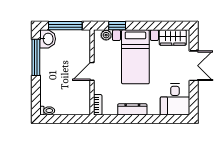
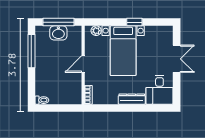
window: (117, 26) -> (134, 22), moved
wardrobe: (173, 38) -> (158, 33), removed
washbasin: (48, 39) -> (58, 33), moved, turned 90
dresser: (132, 109) -> (132, 99), moved

